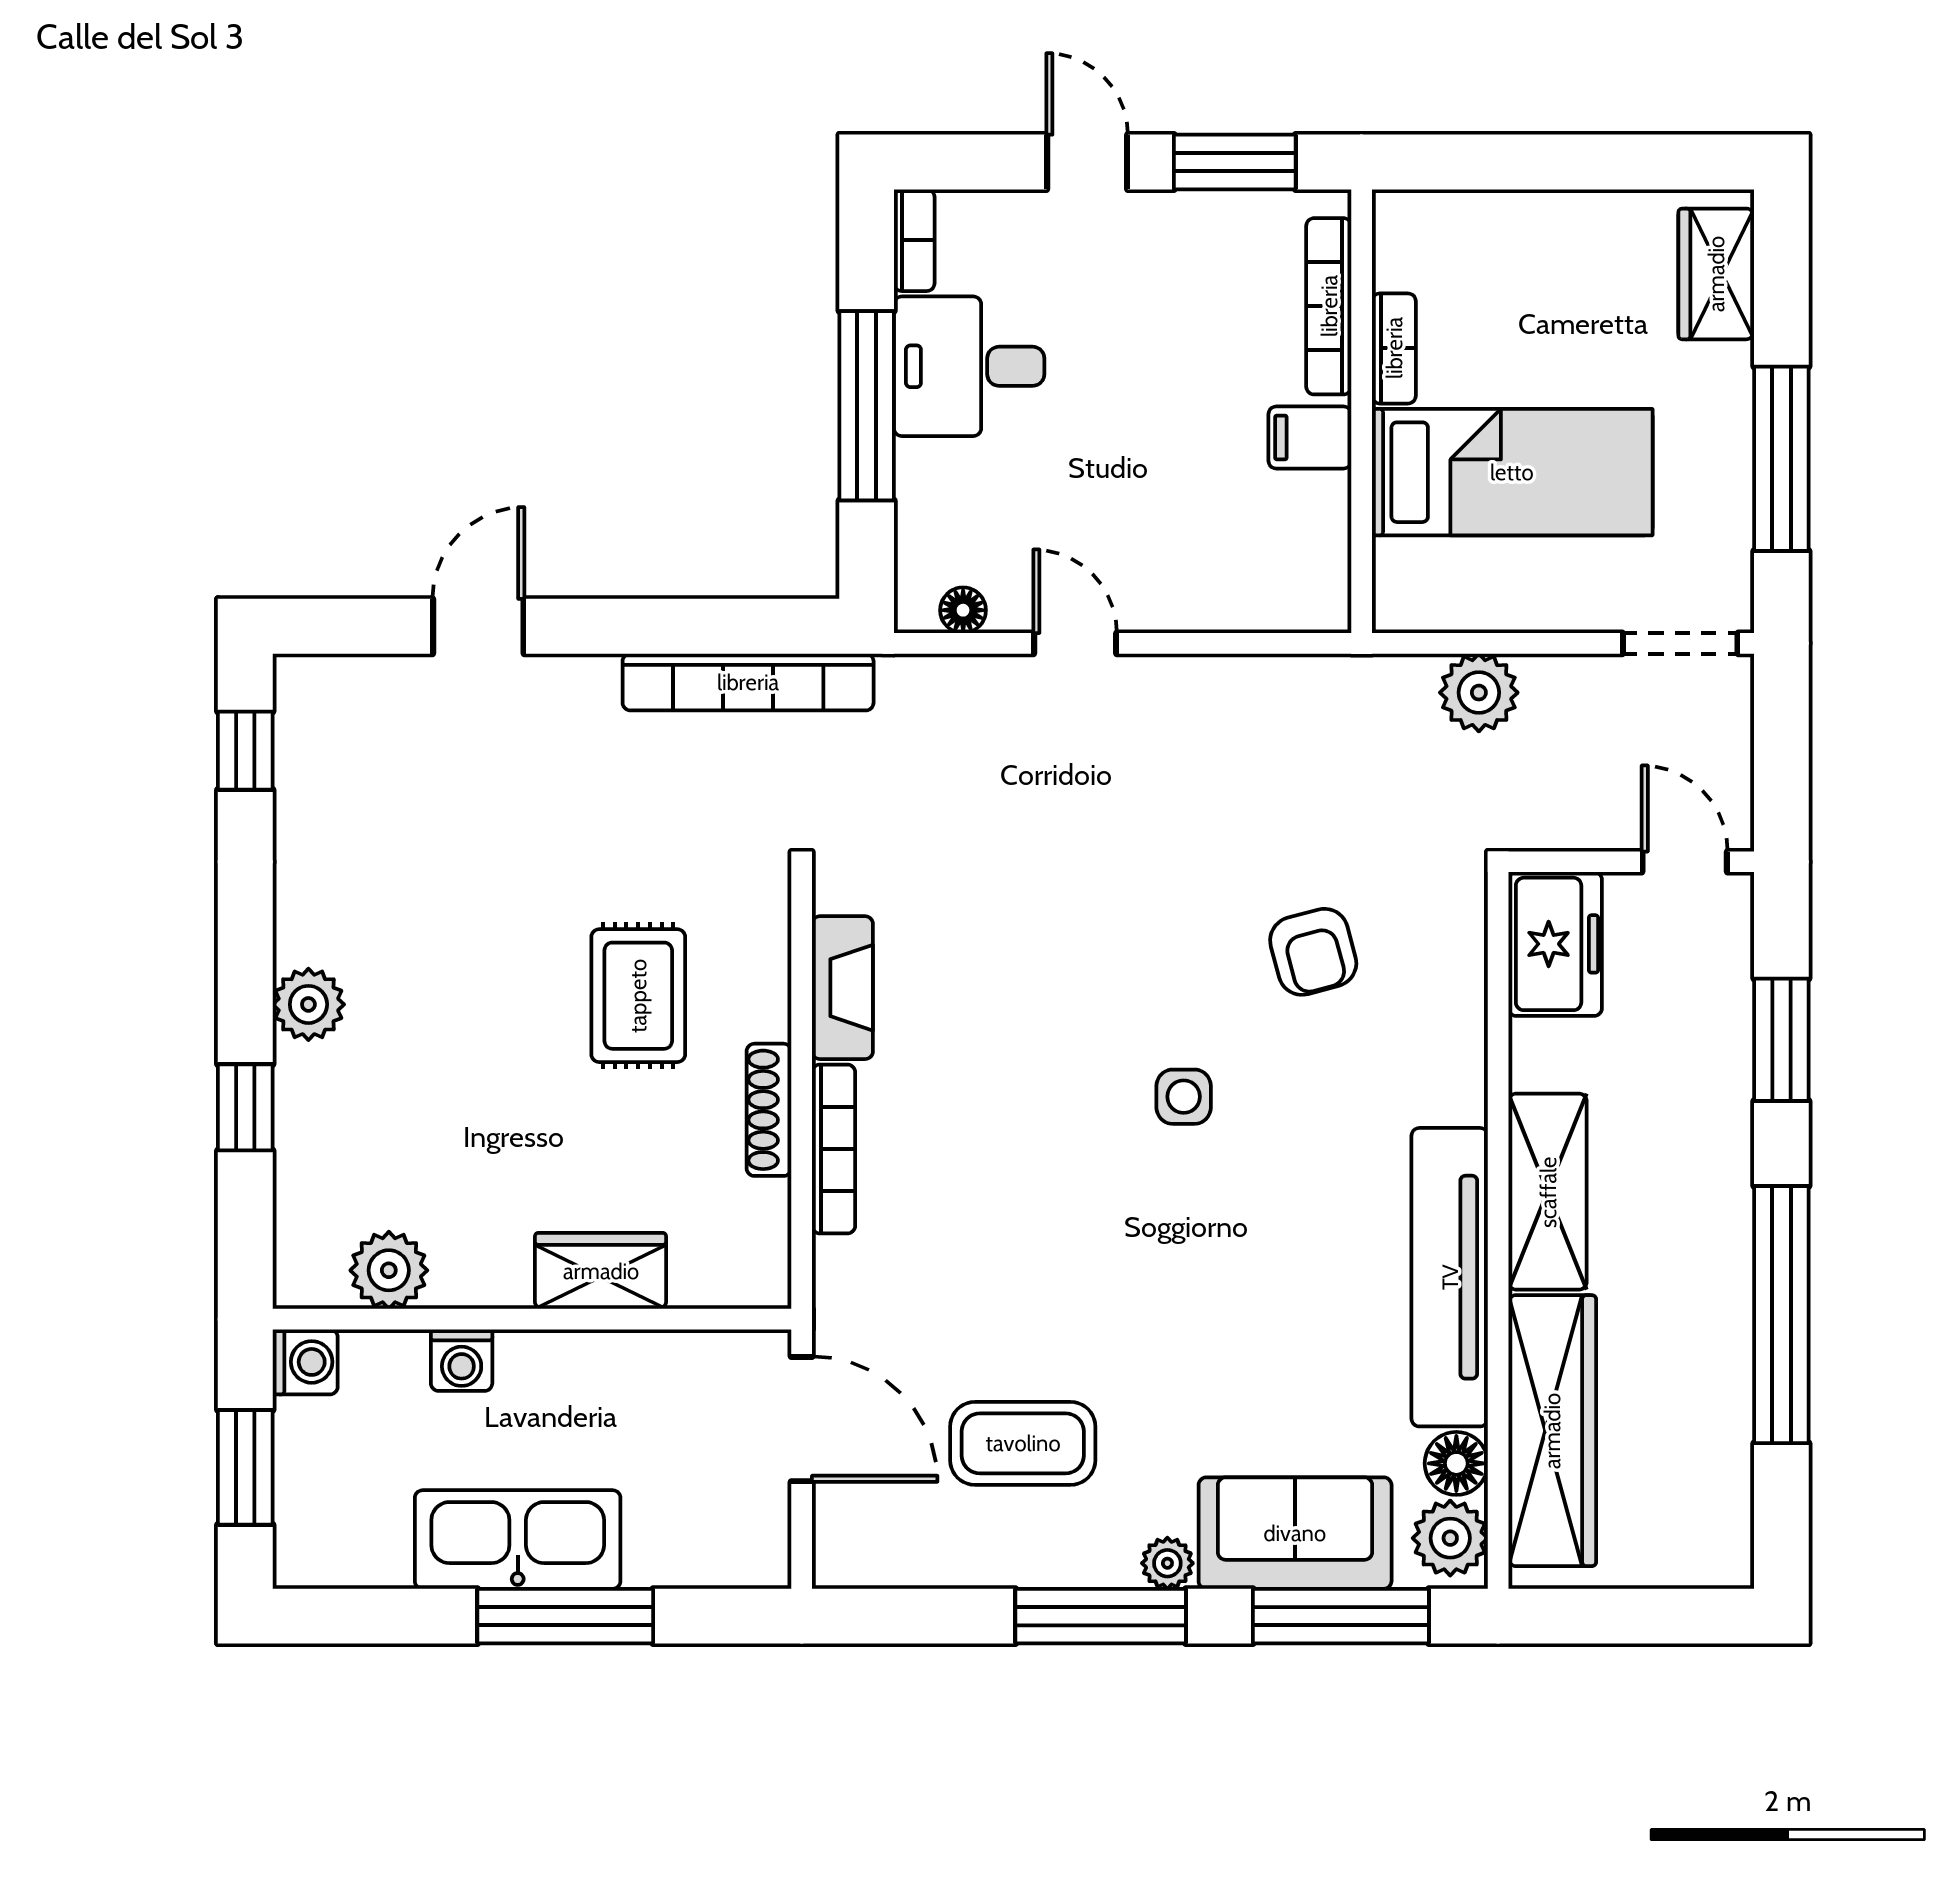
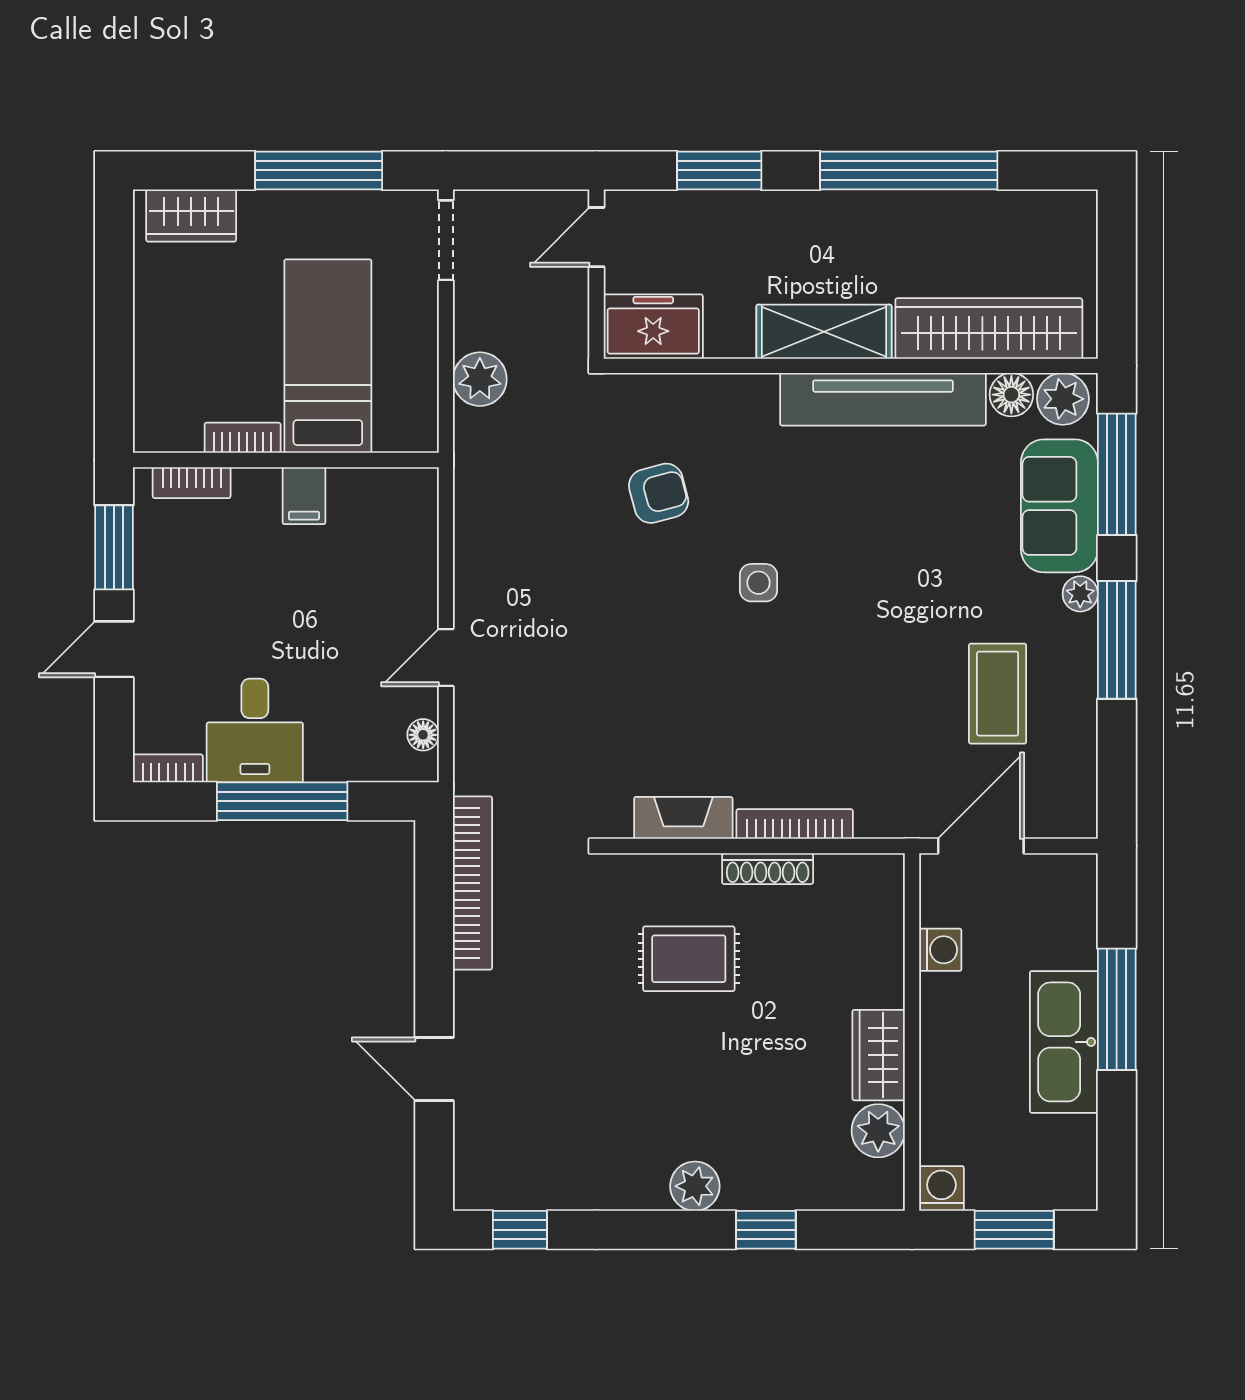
bookcase: (1329, 306) -> (192, 483), width x0.64
wardrobe: (601, 1271) -> (879, 1055), moved
washing machine: (462, 1360) -> (940, 950), moved

